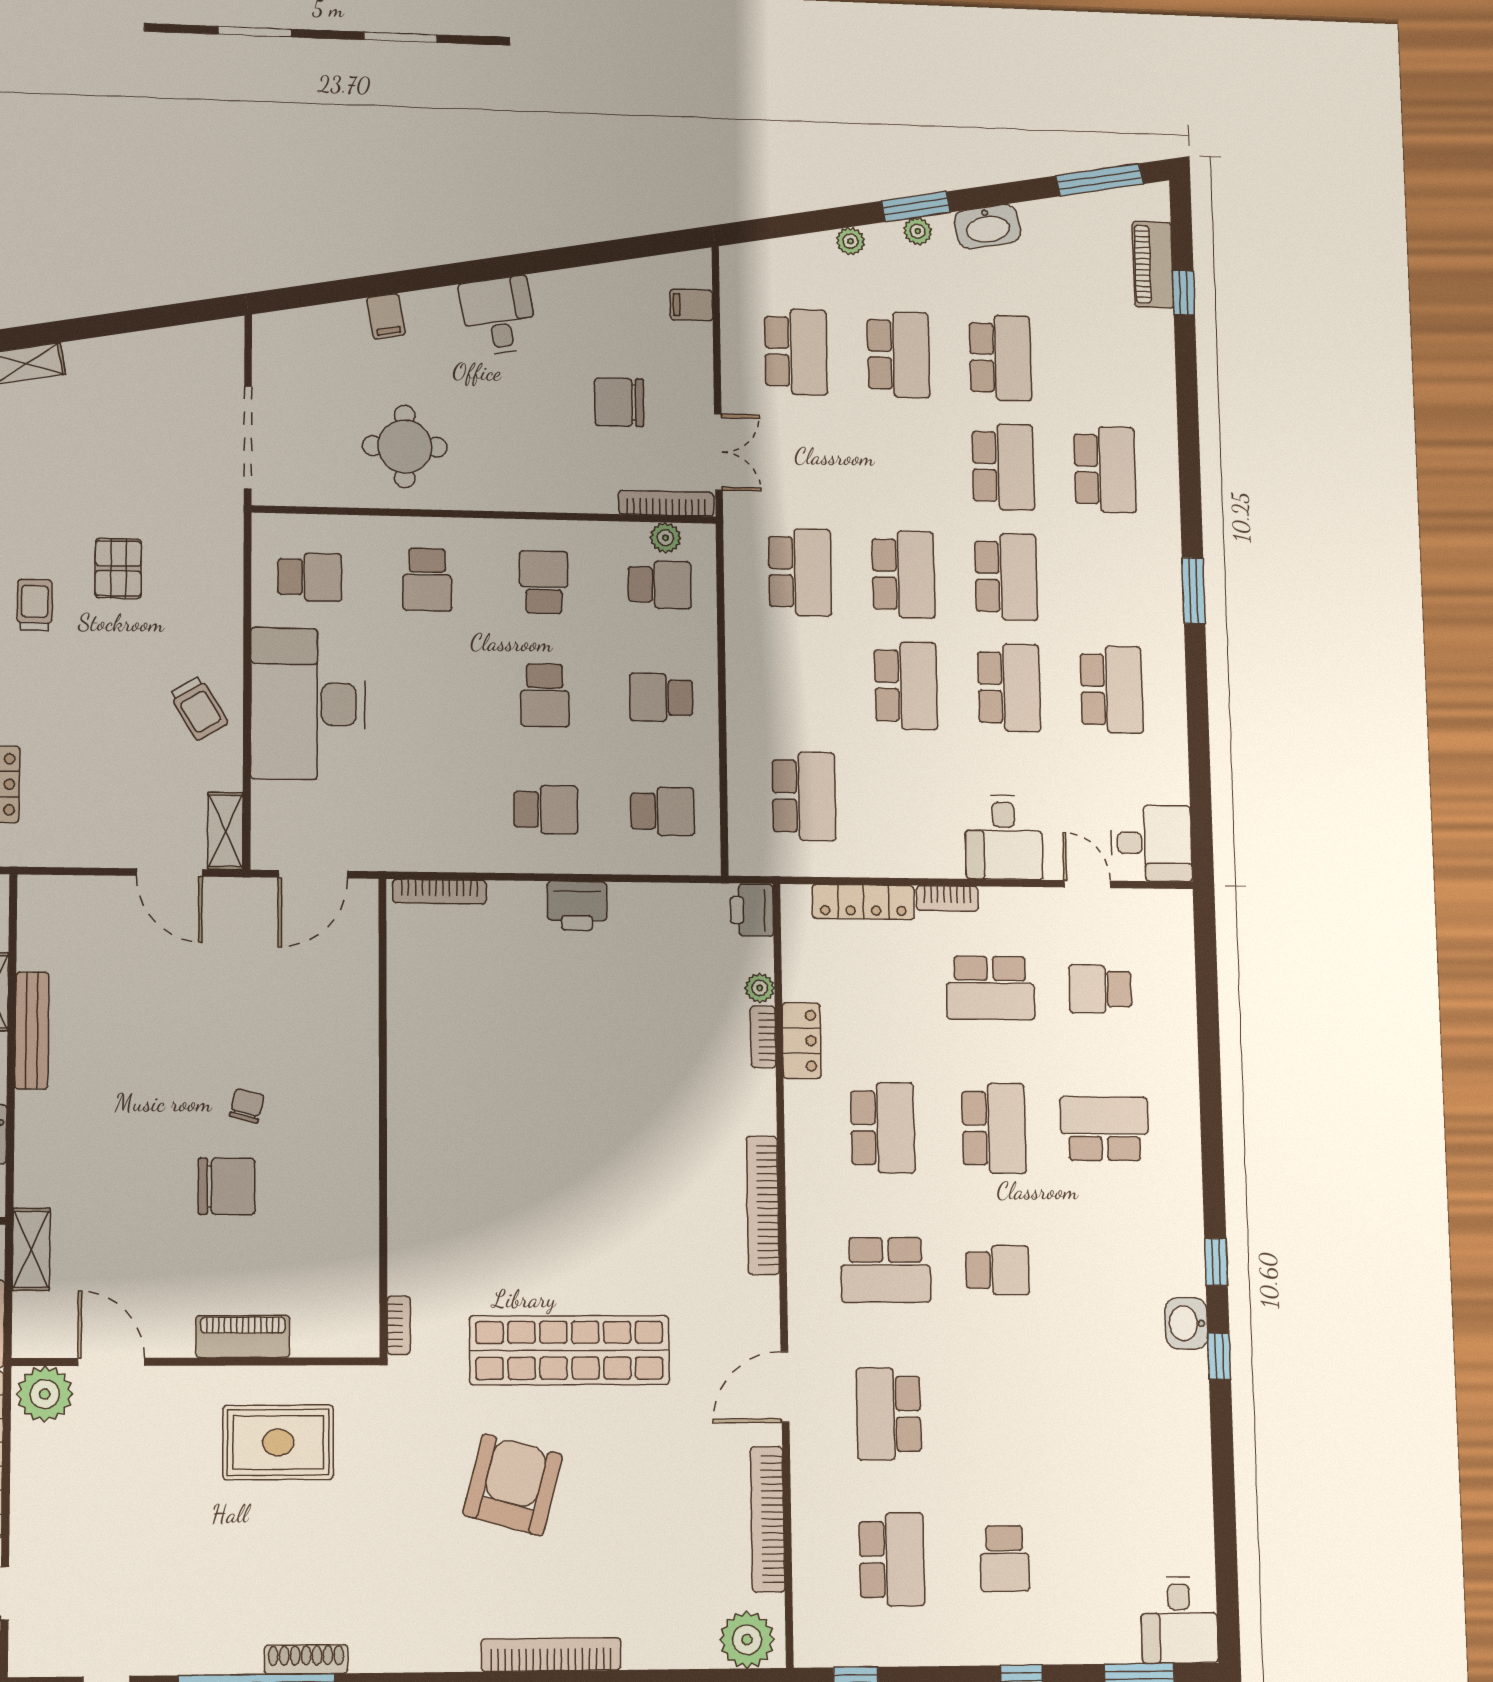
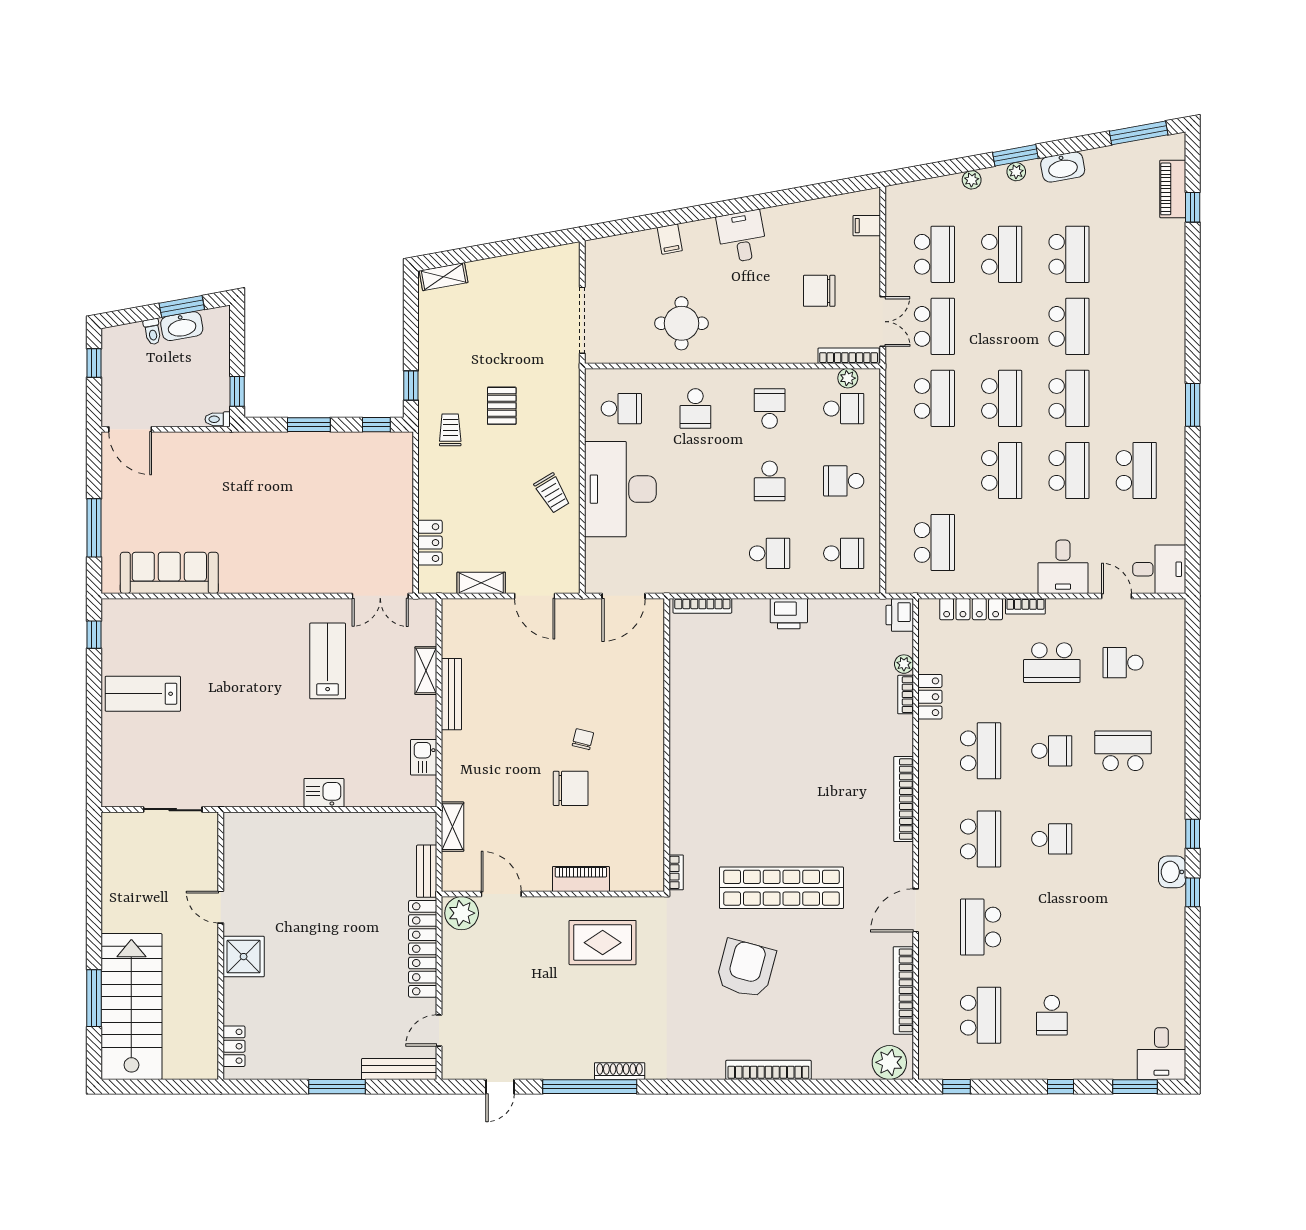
school desk: (1105, 469) -> (934, 326), moved
shelving: (225, 831) -> (481, 583), moved, turned 90
school desk: (994, 1128) -> (1052, 751), width x0.54
school desk: (886, 1270) -> (981, 839), turned -90

